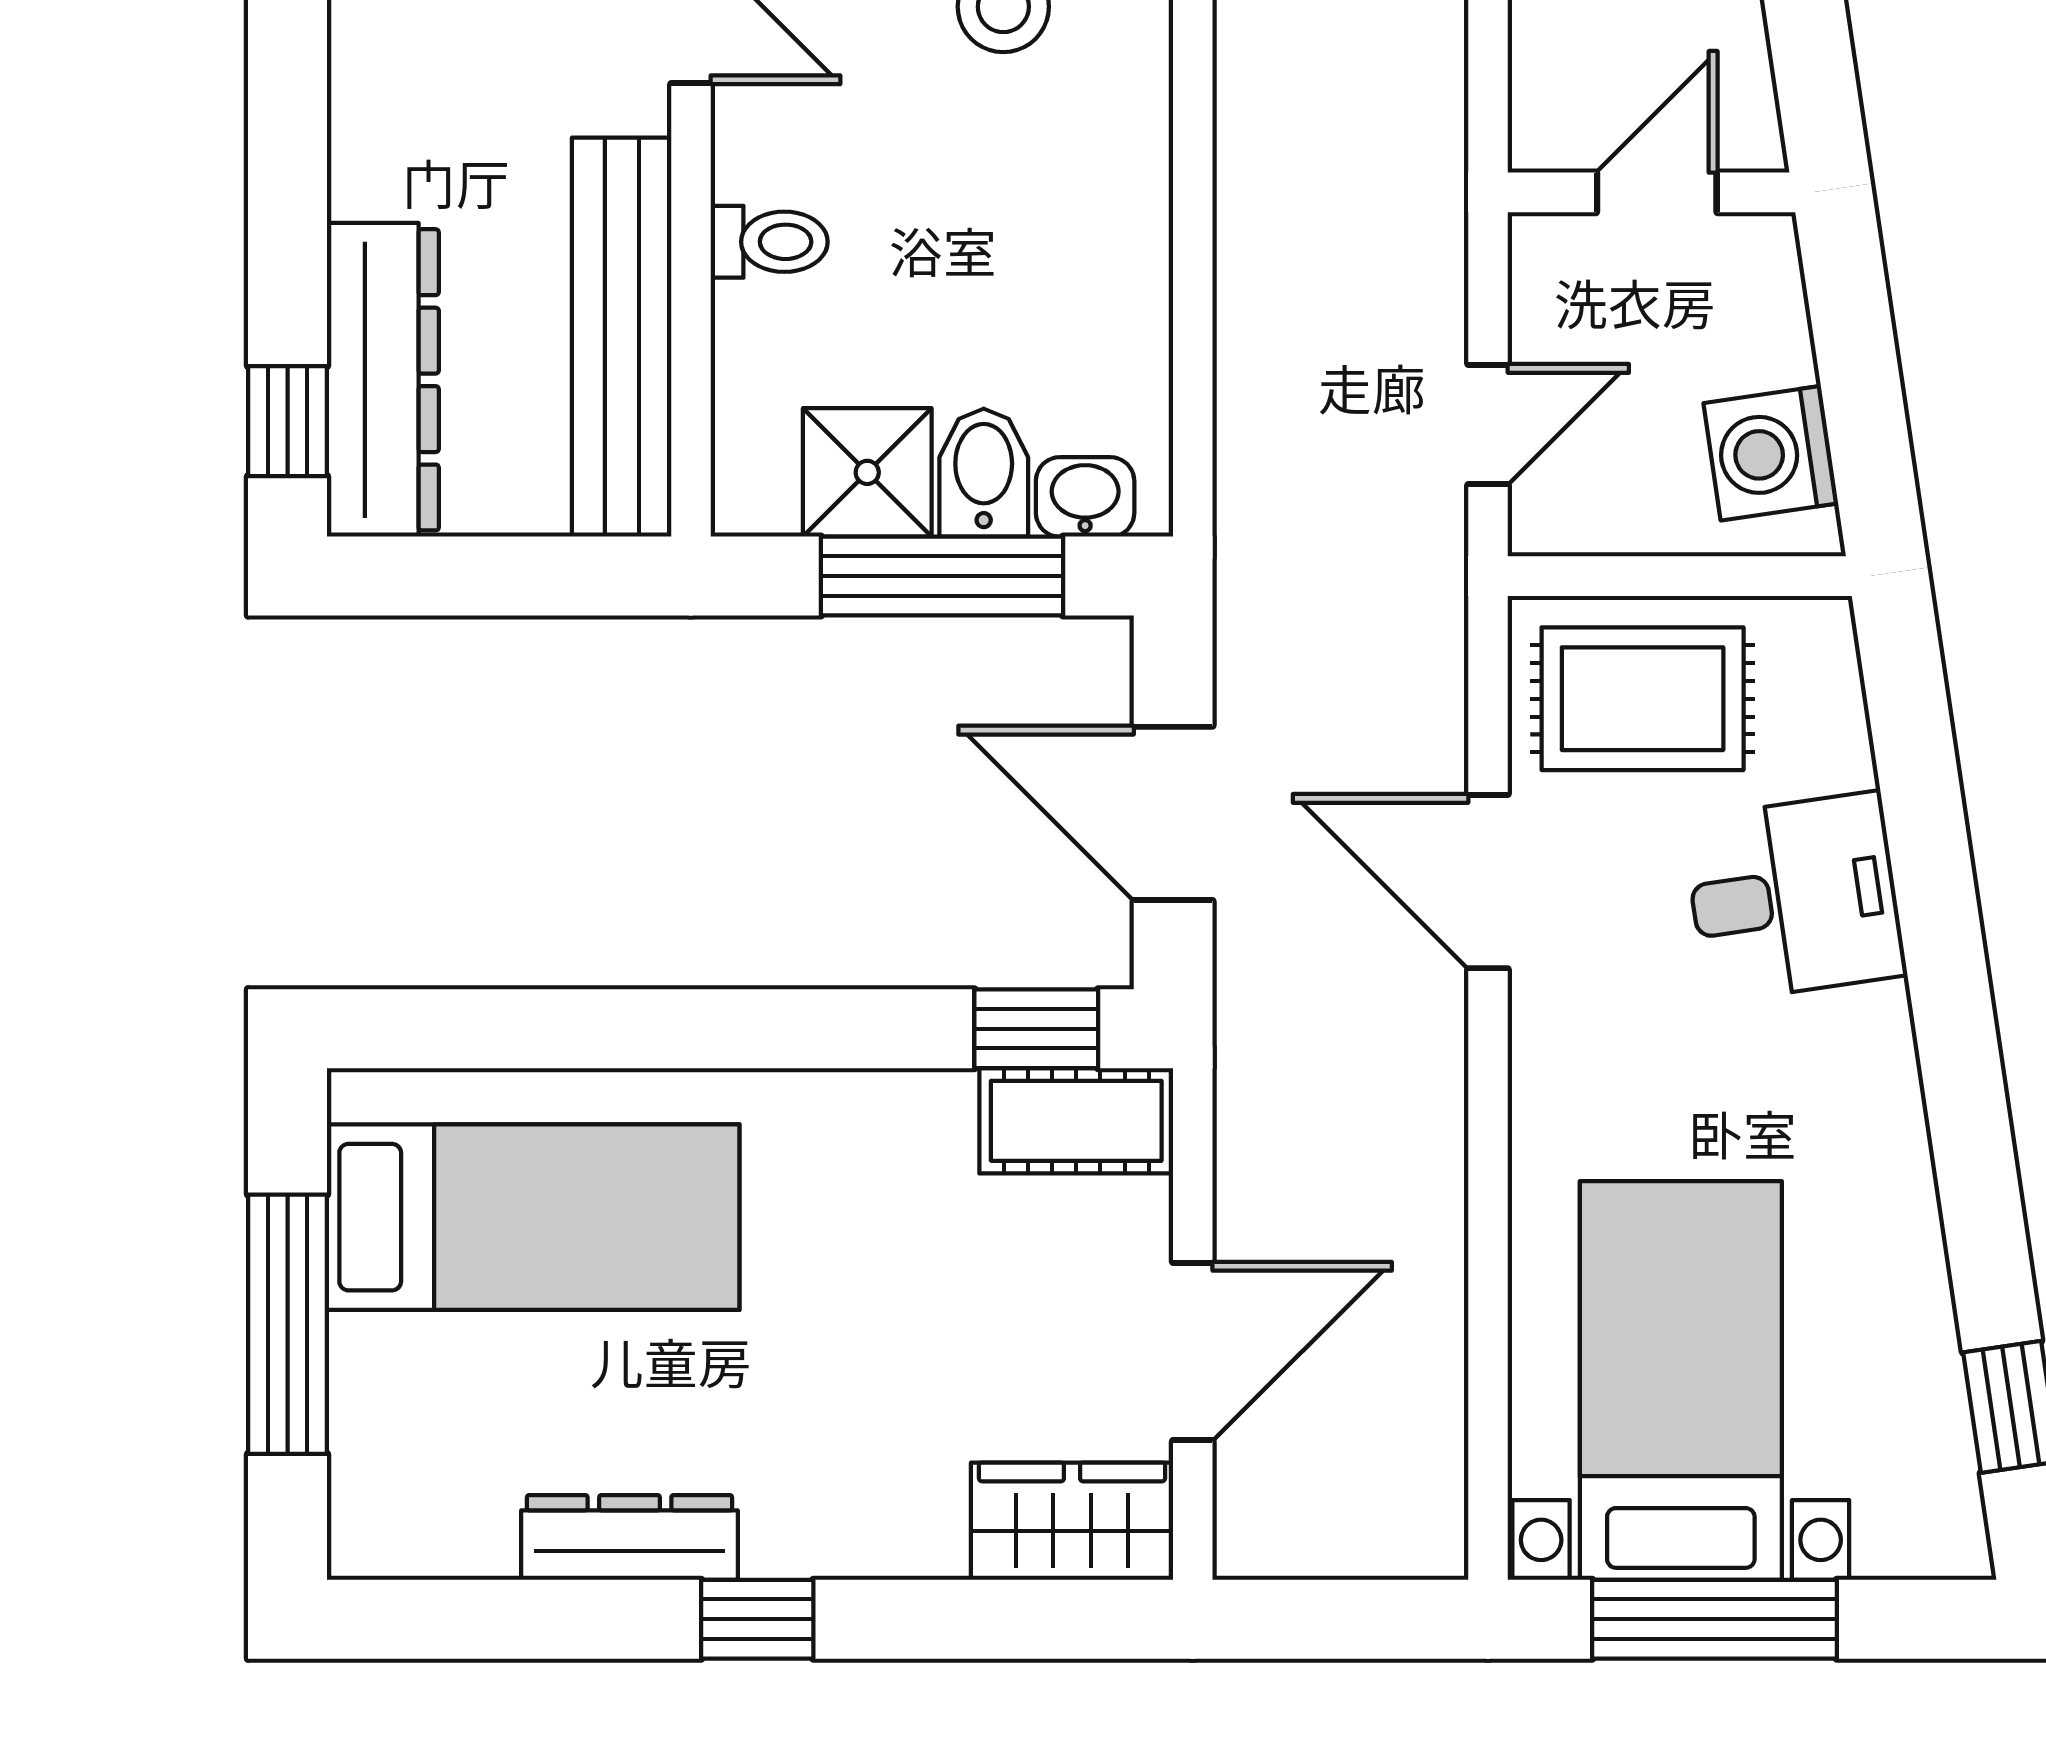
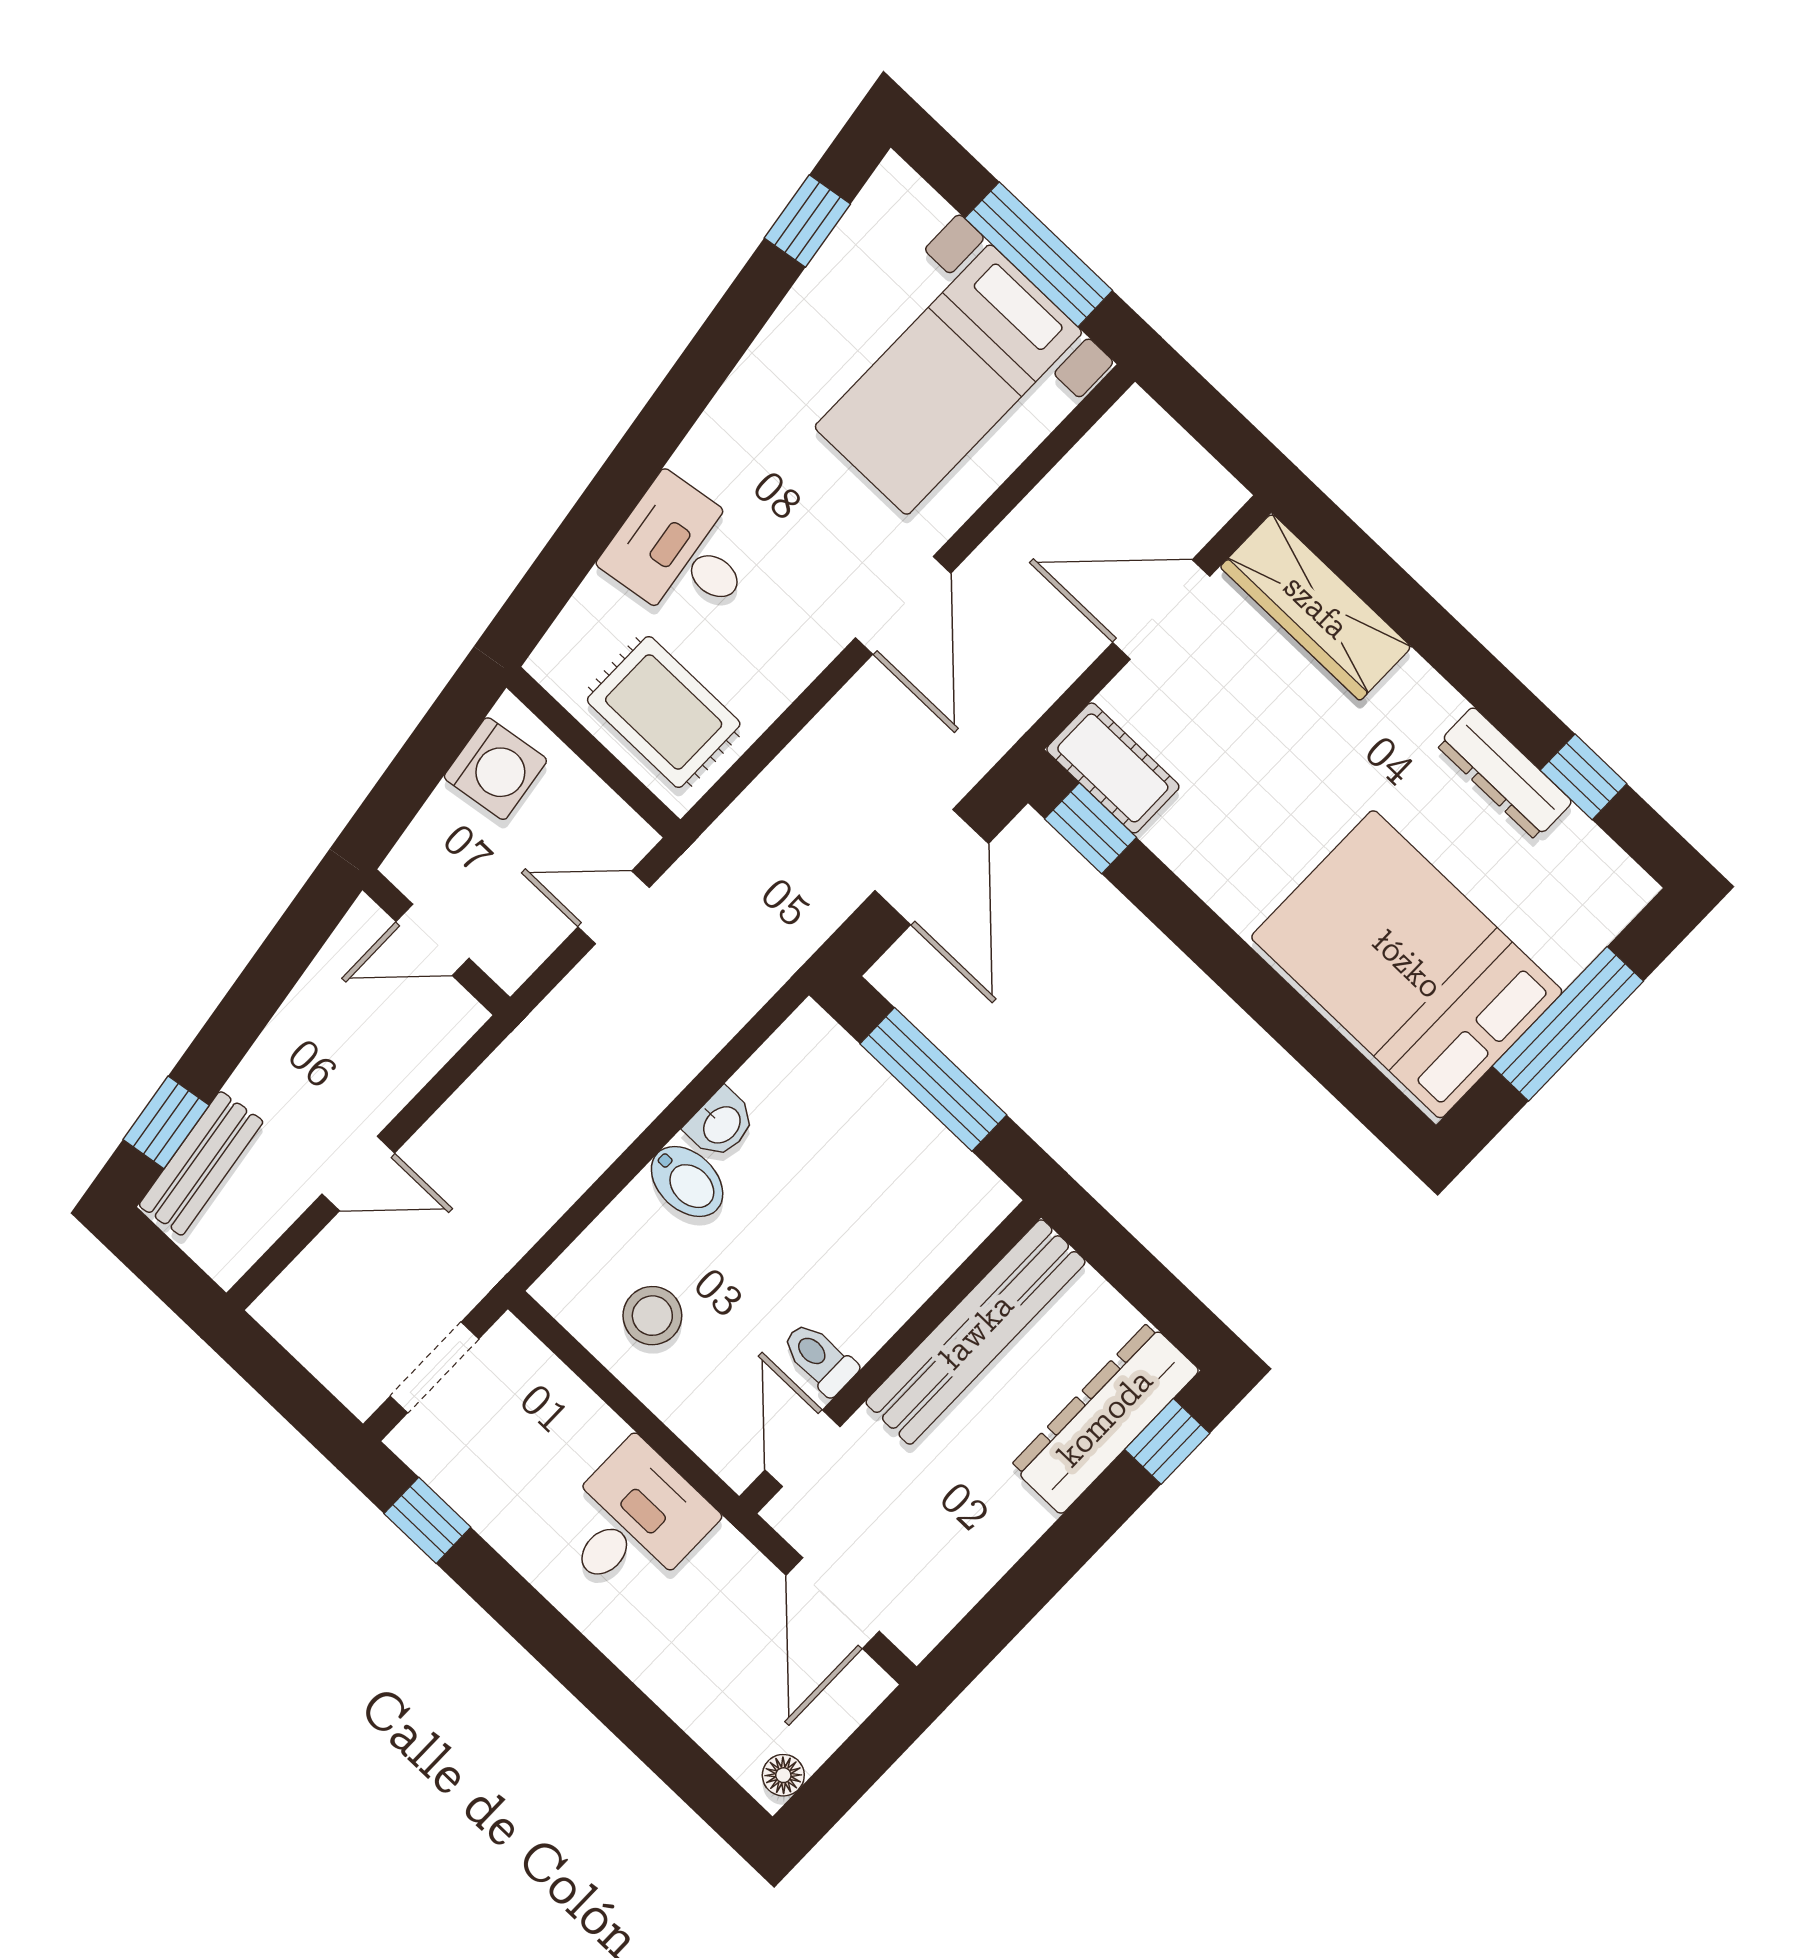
toilet: (769, 242) -> (819, 1358), moved
shower: (867, 472) -> (922, 1161), removed
bidet: (984, 473) -> (687, 1182), moved, turned -90
washbasin: (1085, 497) -> (721, 1124), moved, turned -90
door: (1488, 882) -> (903, 605), moved
bed: (533, 1217) -> (1407, 964), width x1.50
wardrobe: (1072, 1521) -> (1316, 607), width x1.50
window: (757, 1619) -> (1584, 777), moved

